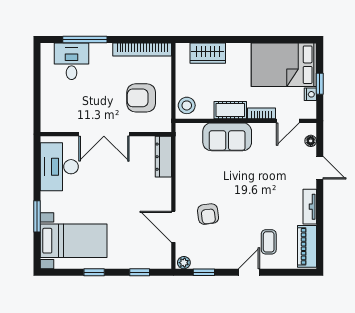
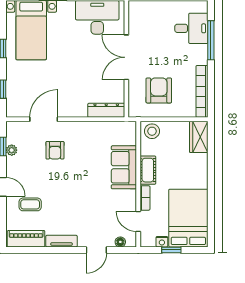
wardrobe: (208, 53) -> (199, 137), moved
armchair: (208, 214) -> (55, 150), turned -83
plant: (184, 263) -> (12, 150), moved

